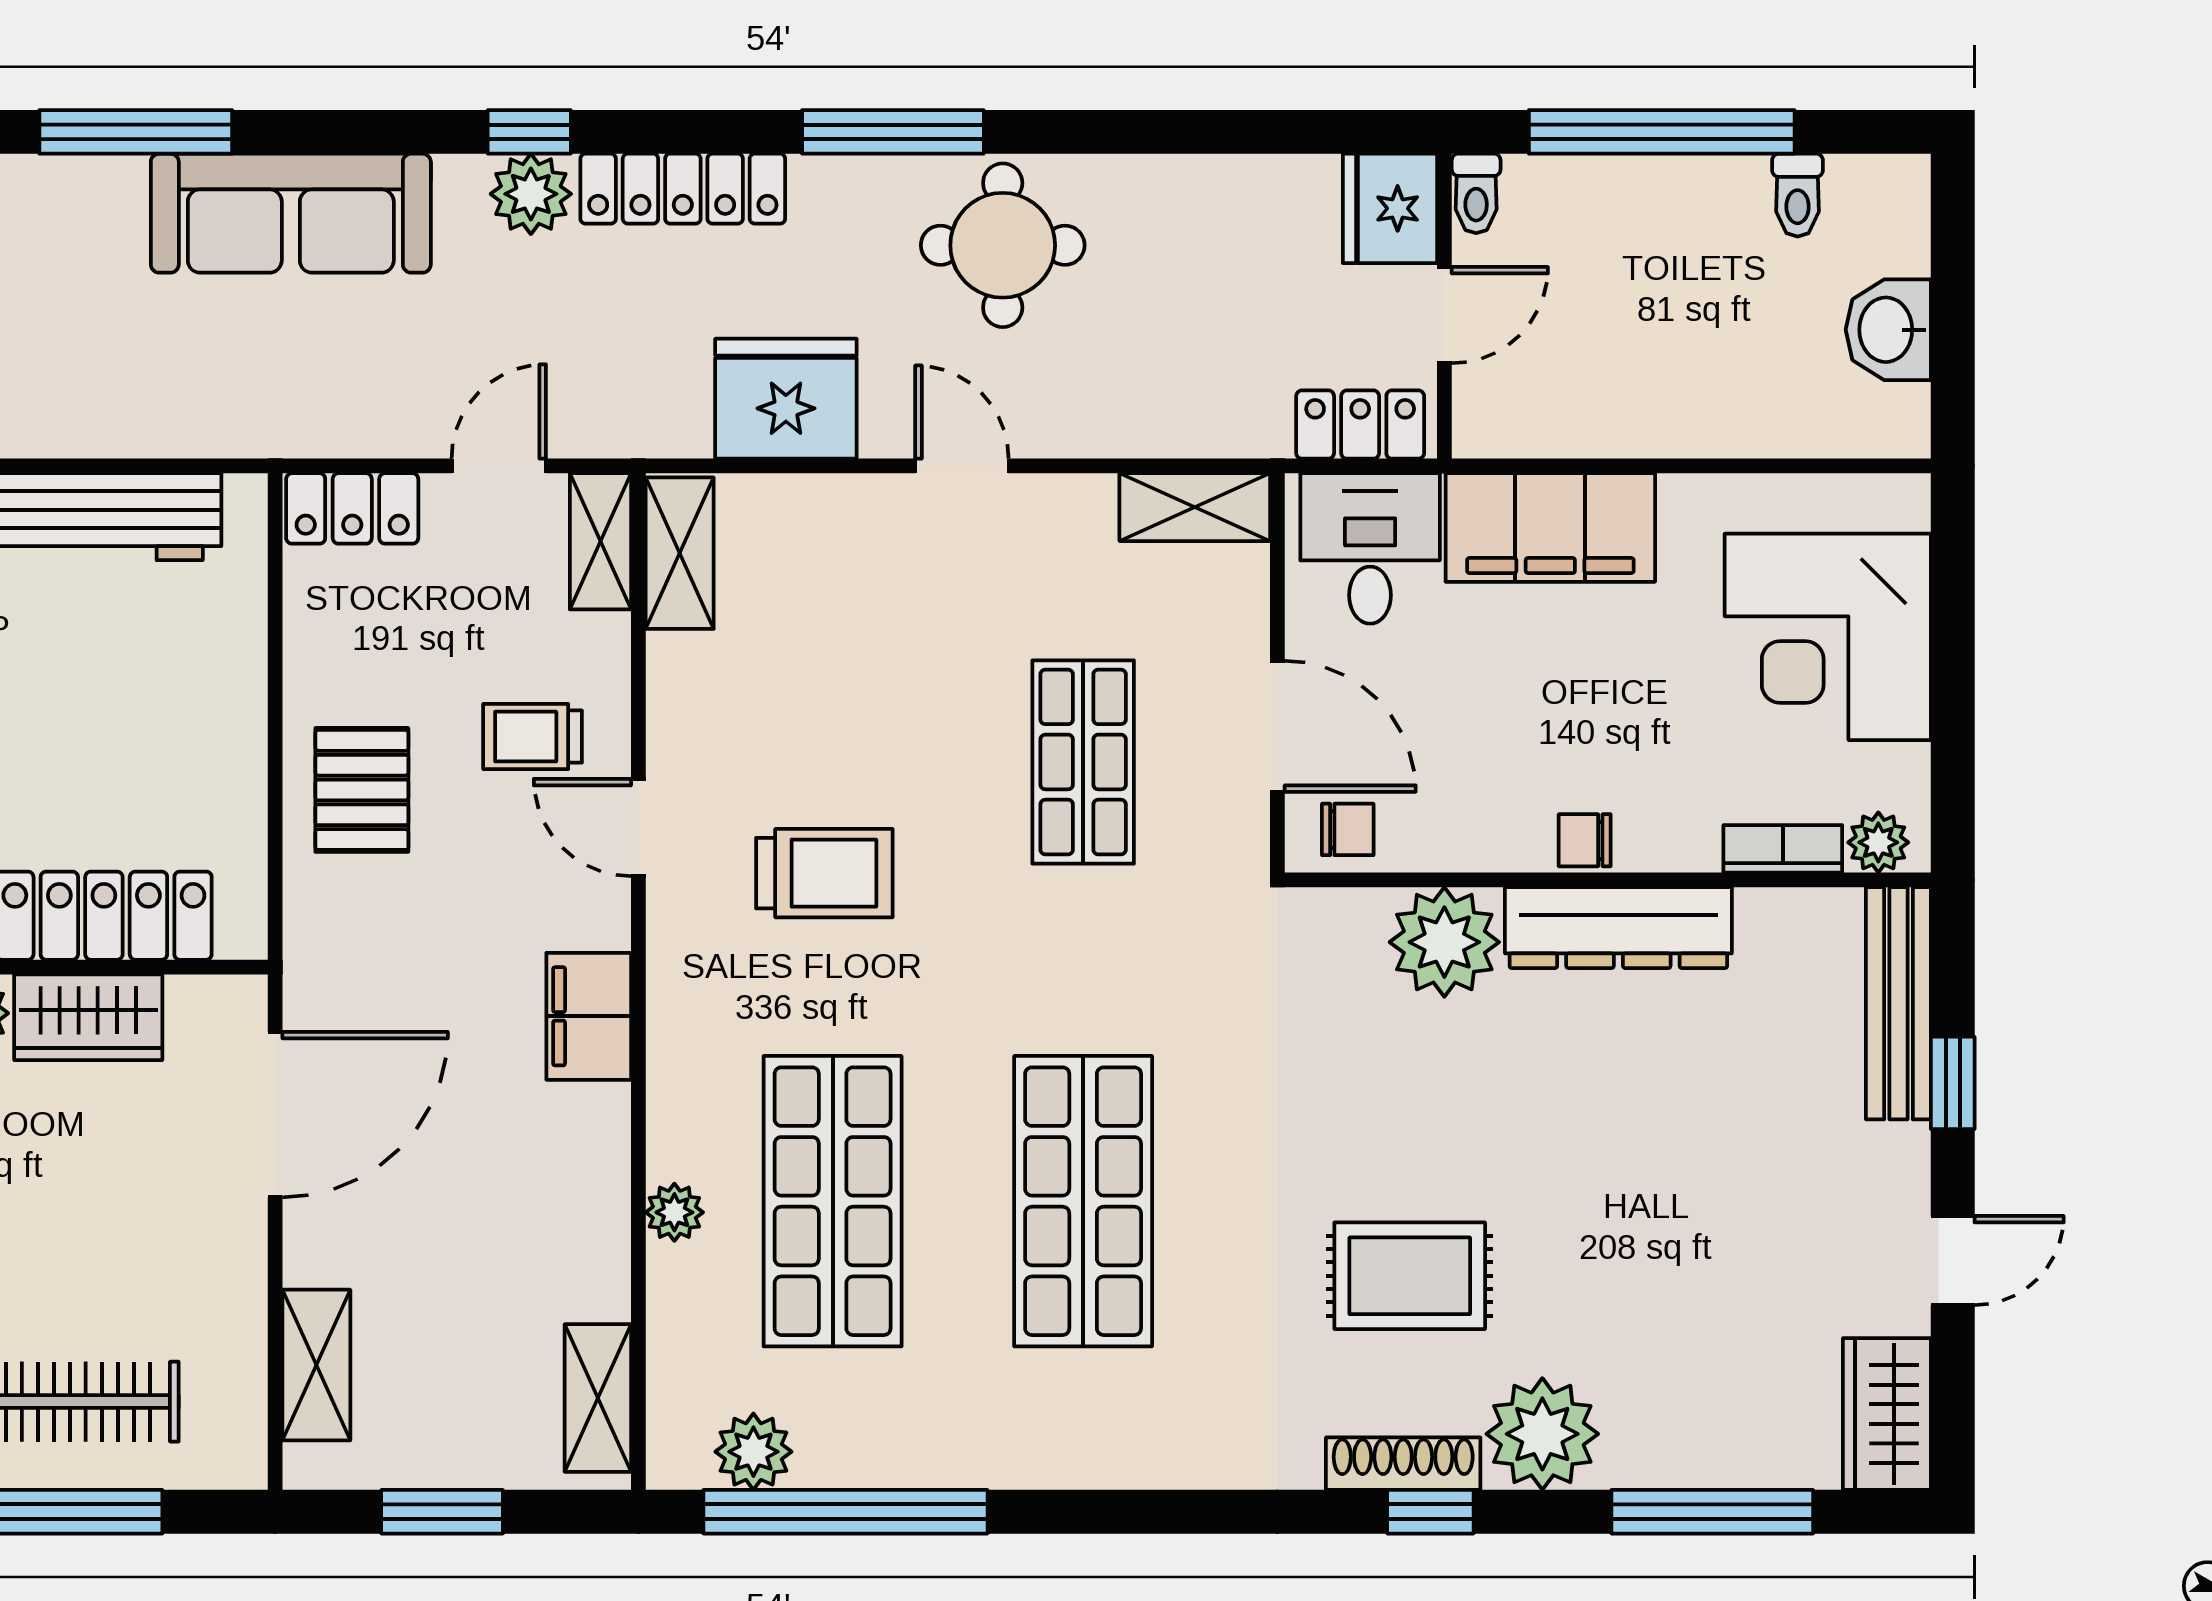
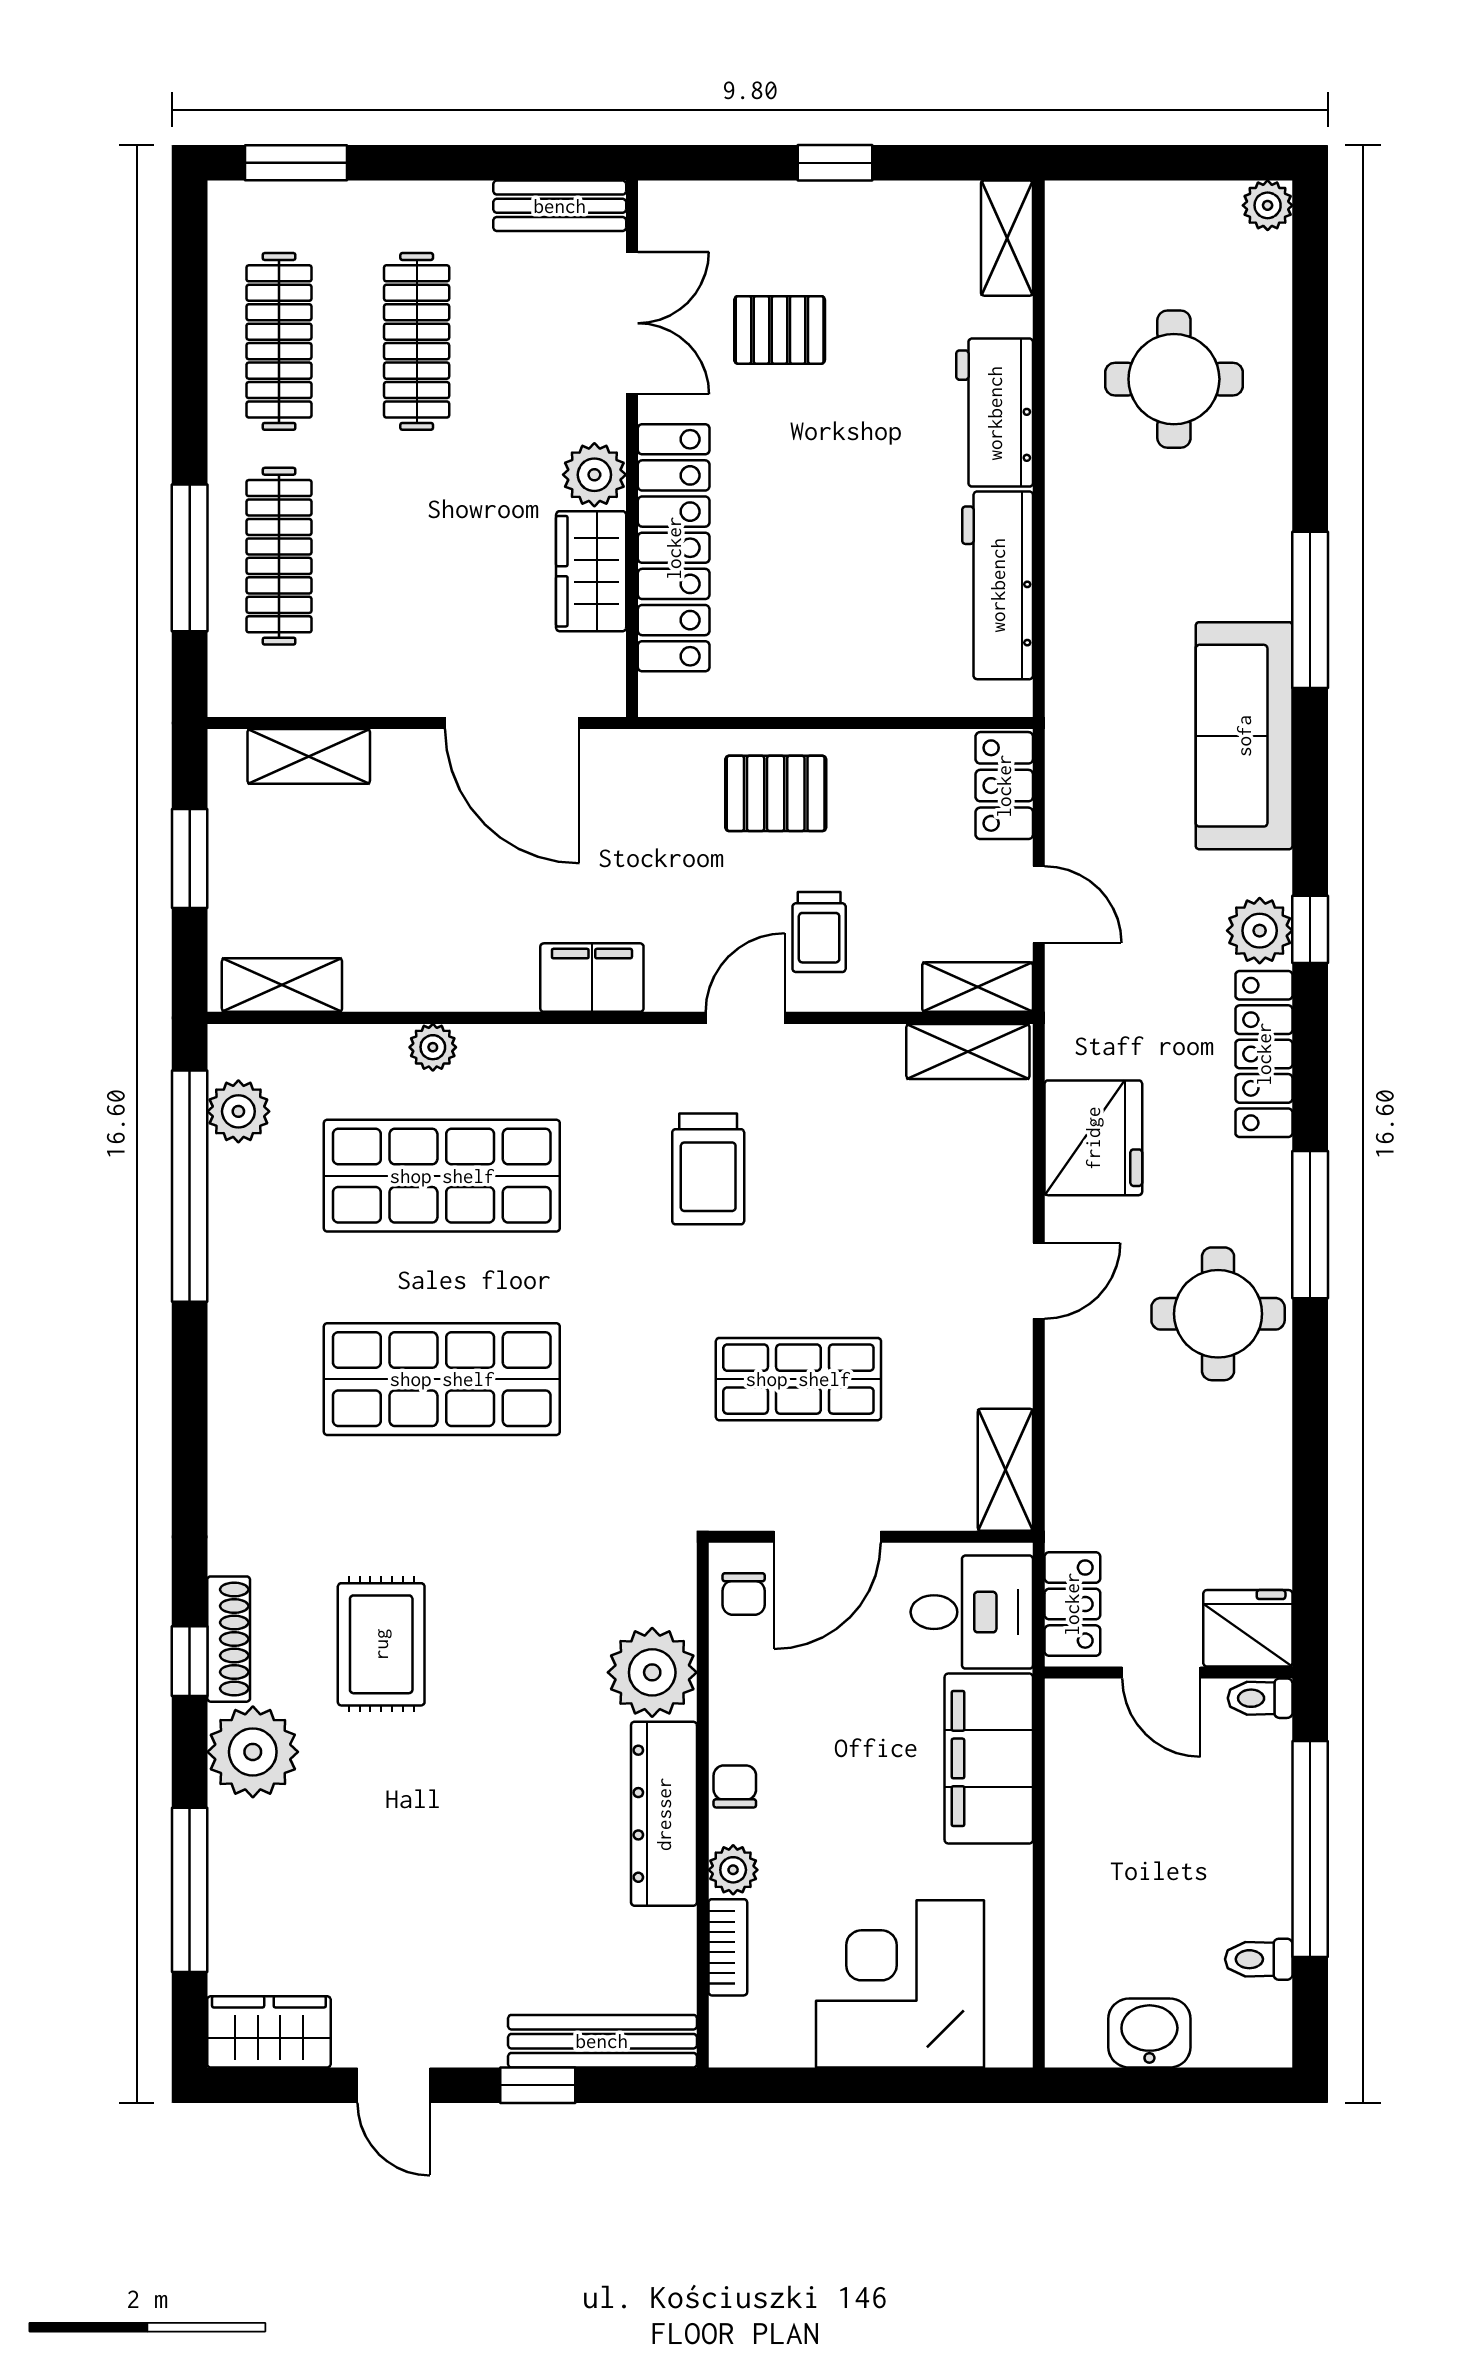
trolley: (533, 737) -> (819, 932), turned 180
plant: (1878, 842) -> (733, 1870), moved

